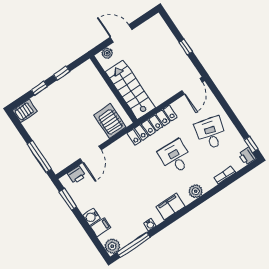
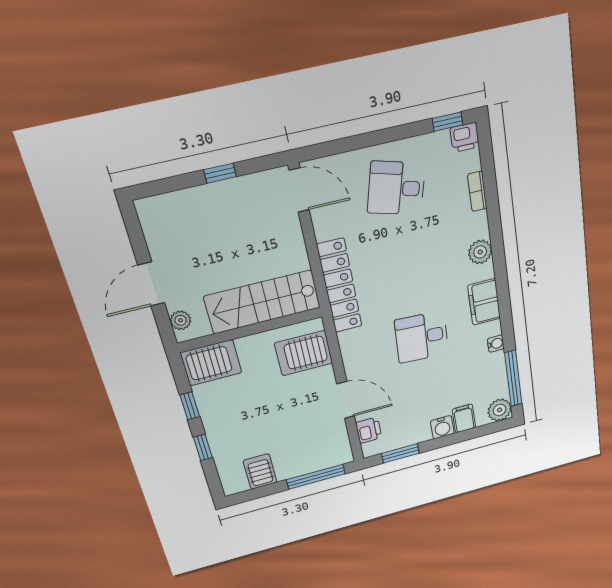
server rack: (89, 76) -> (211, 363), added
server rack: (25, 111) -> (260, 472), moved
desk: (175, 157) -> (422, 337), moved

